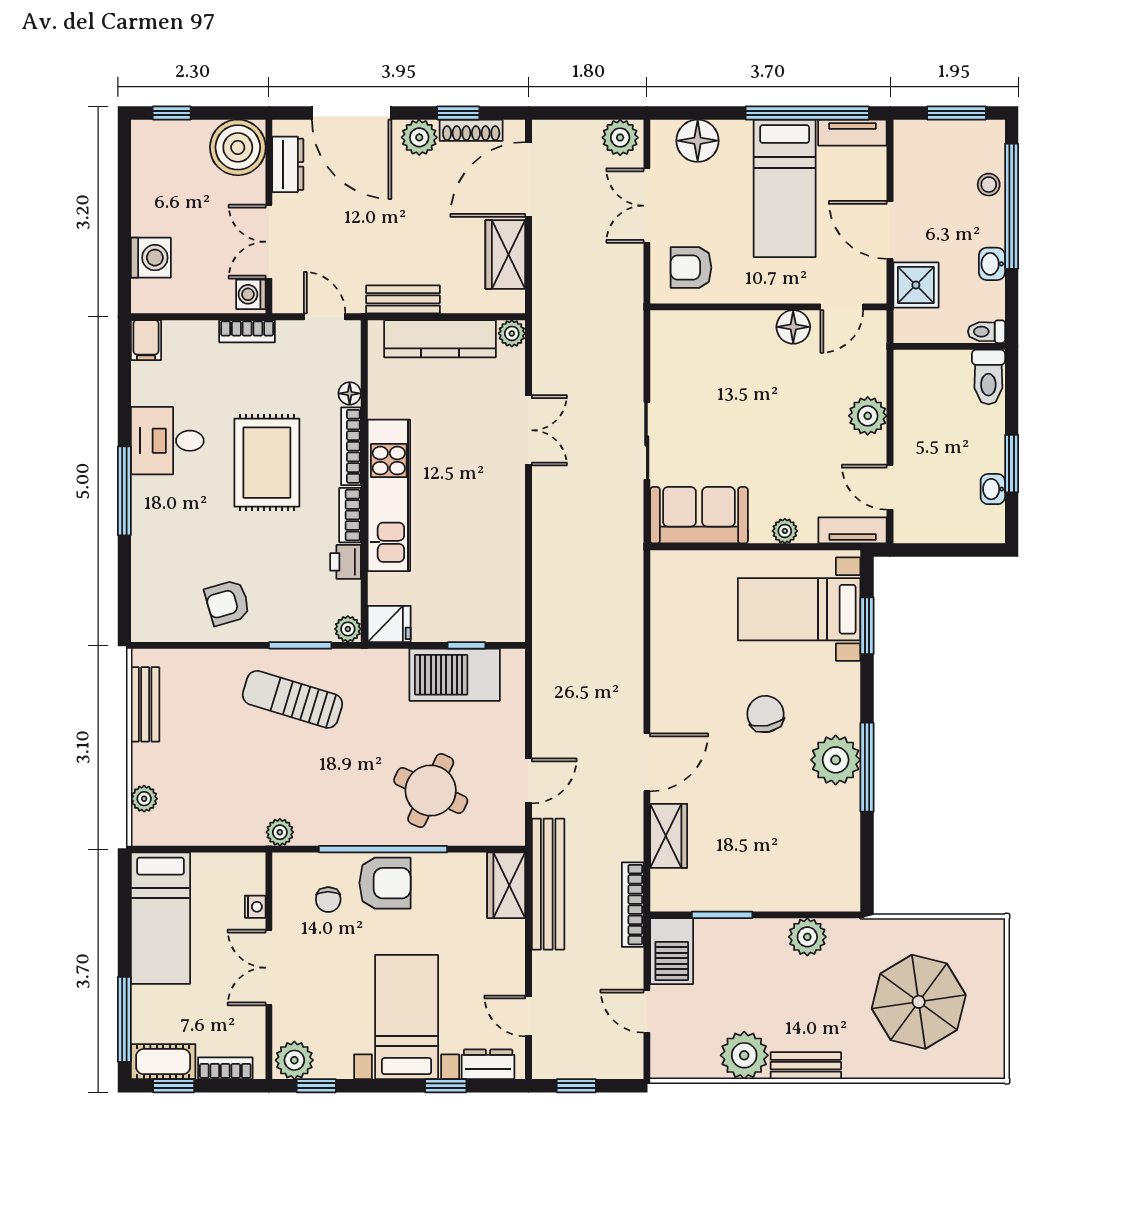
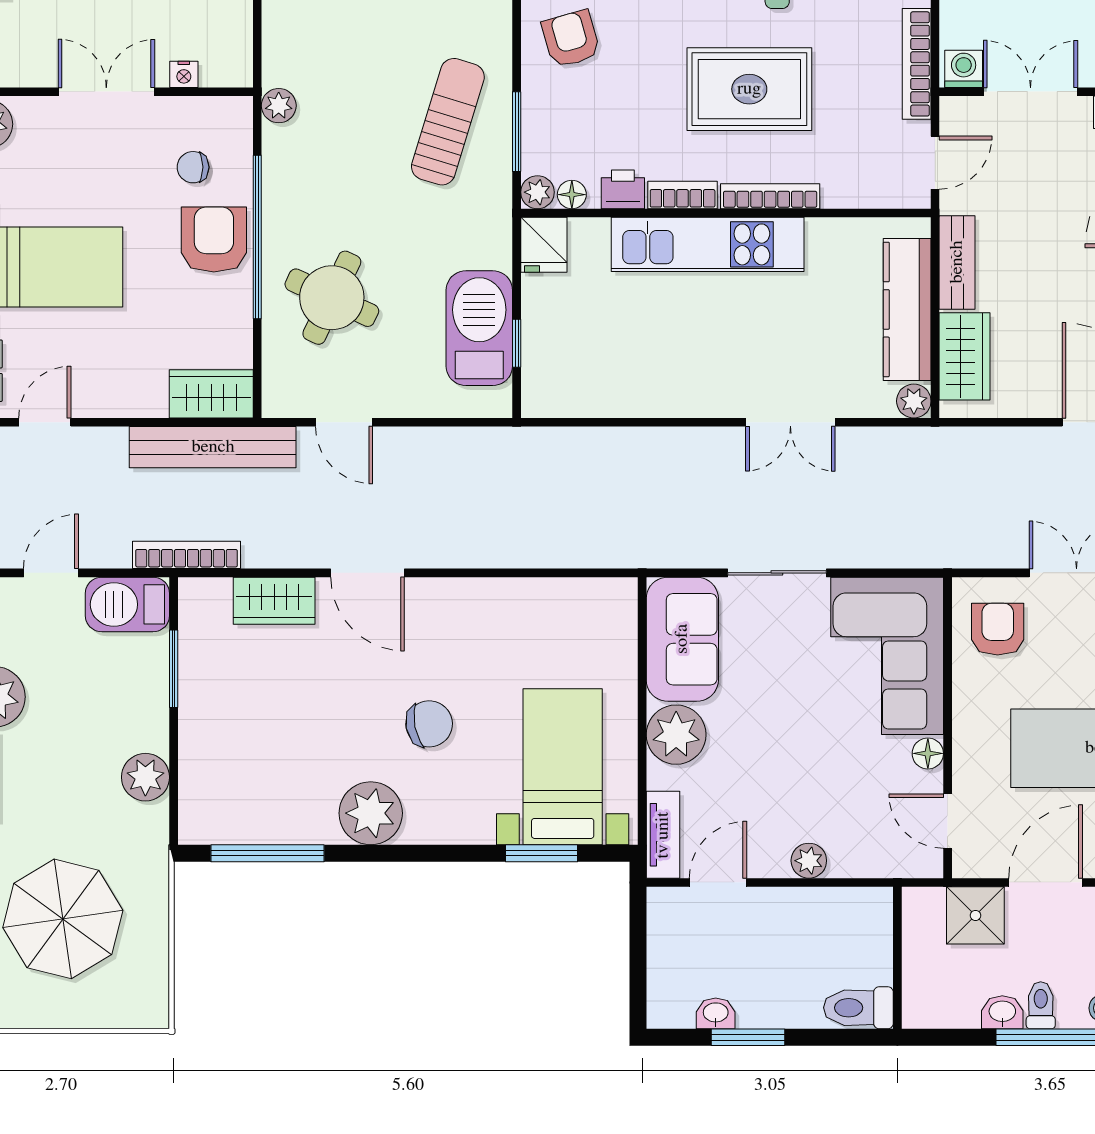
wardrobe: (505, 254) -> (965, 356), moved, turned 90
floor lamp: (793, 327) -> (928, 753), width x0.73, depth x0.73
bookcase: (247, 331) -> (917, 64), width x1.56
toilet: (986, 332) -> (1041, 1005), moved
corner sofa: (712, 354) -> (887, 656), added
floor lamp: (350, 393) -> (572, 195), moved
plant: (868, 416) -> (809, 861), width x0.73, depth x0.73
plant: (785, 531) -> (676, 735), width x1.88, depth x1.88
window: (867, 767) -> (267, 853), moved
armchair: (385, 883) -> (214, 239), turned 180

